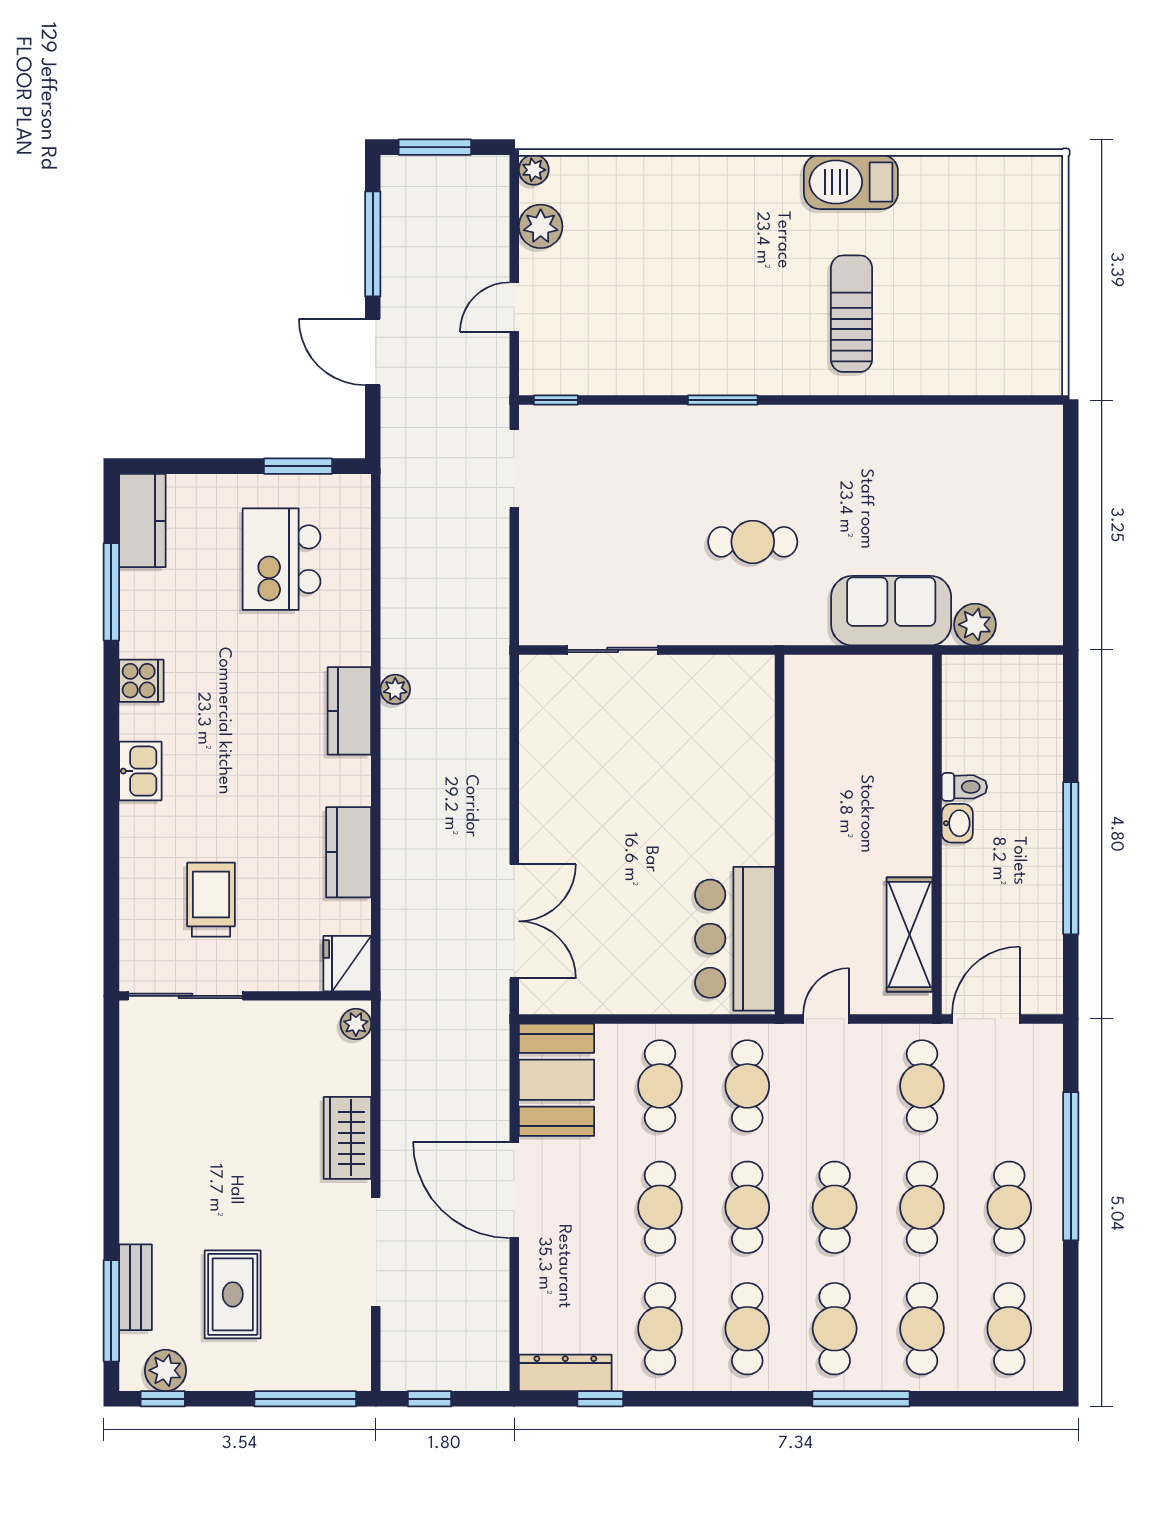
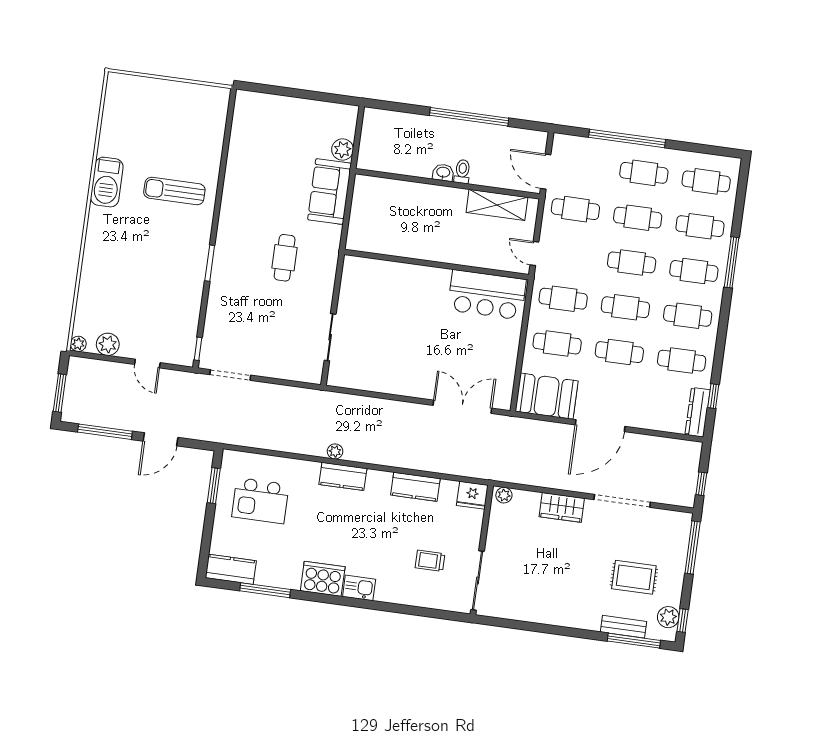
cooker: (141, 681) -> (323, 579), width x1.87, depth x1.31
toilet: (964, 787) -> (462, 171), moved
trolley: (211, 900) -> (430, 561), width x0.73, depth x0.72

